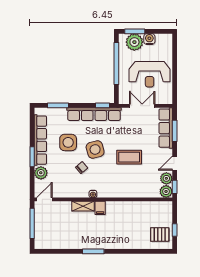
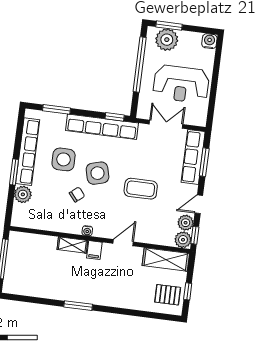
water cooler: (149, 39) -> (209, 41), moved
door: (44, 199) -> (123, 243), moved
shelving: (155, 208) -> (166, 260), added

